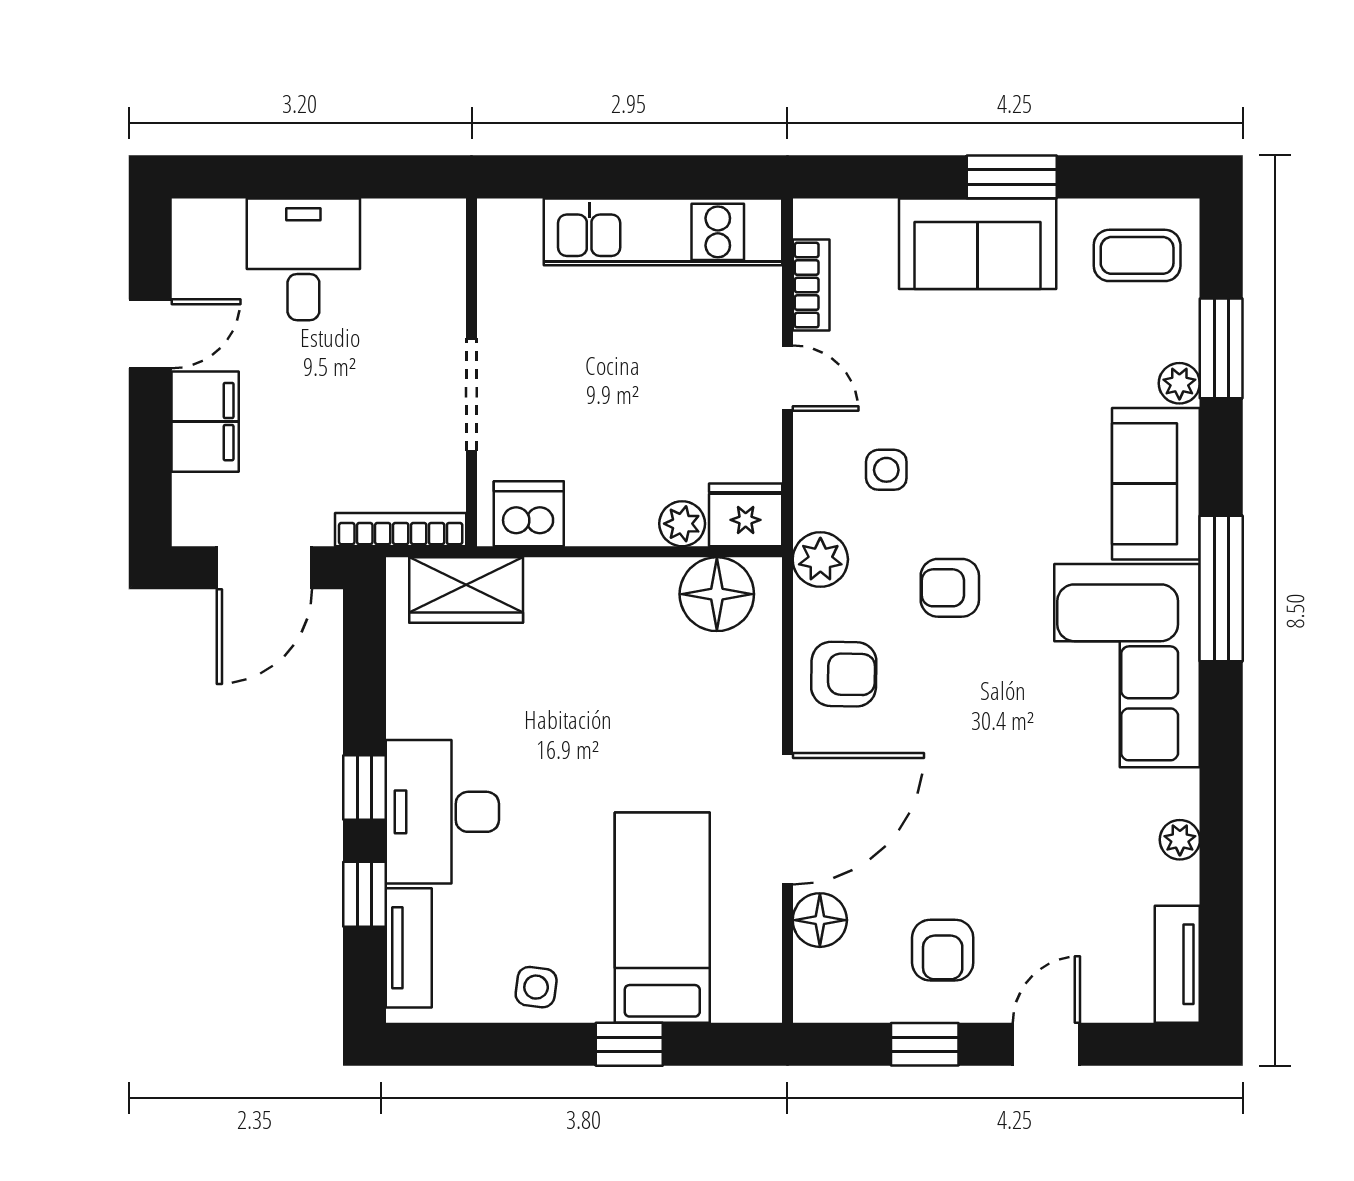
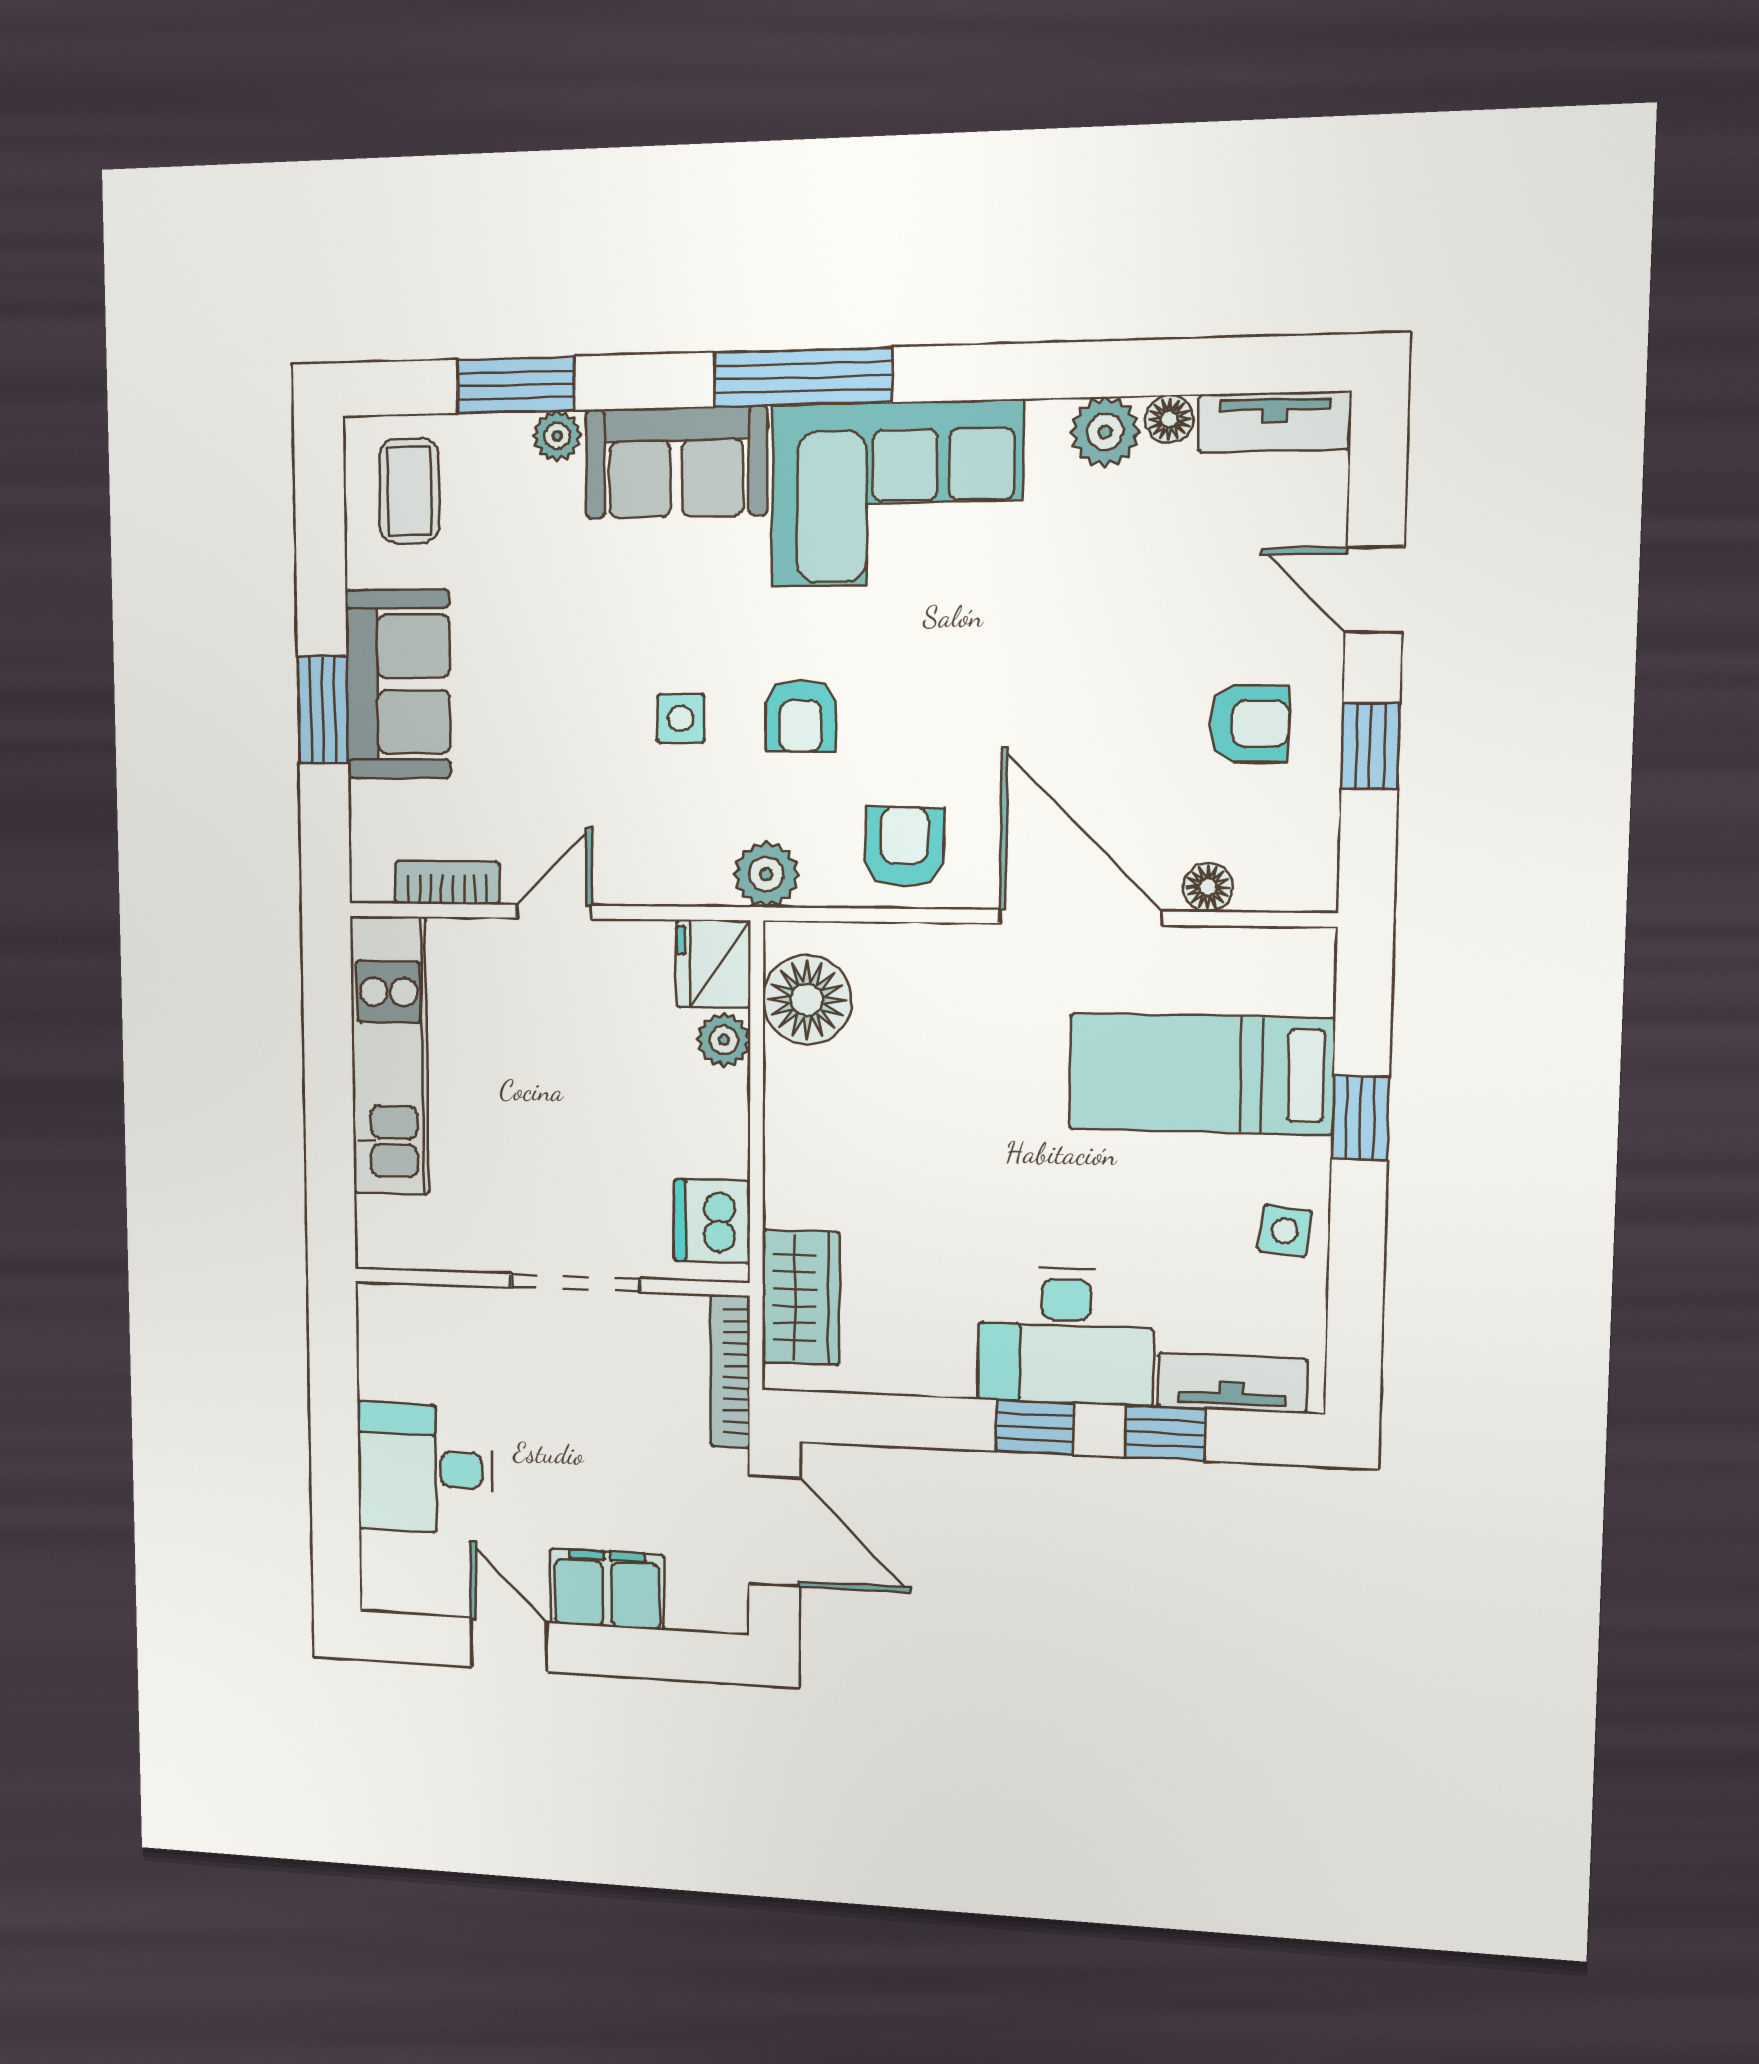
window: (1012, 177) -> (323, 710), moved
side table: (886, 470) -> (681, 718), moved
plant: (1180, 840) -> (1105, 432), width x1.38, depth x1.38
floor lamp: (1181, 883) -> (1169, 419), added
floor lamp: (820, 920) -> (1208, 887), width x0.73, depth x0.73

